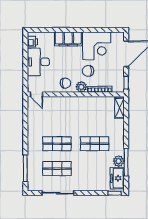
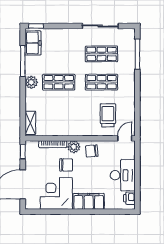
door: (36, 94) -> (125, 138), hinge flipped
trolley: (51, 115) -> (108, 115), added
plant: (119, 161) -> (31, 82), moved

